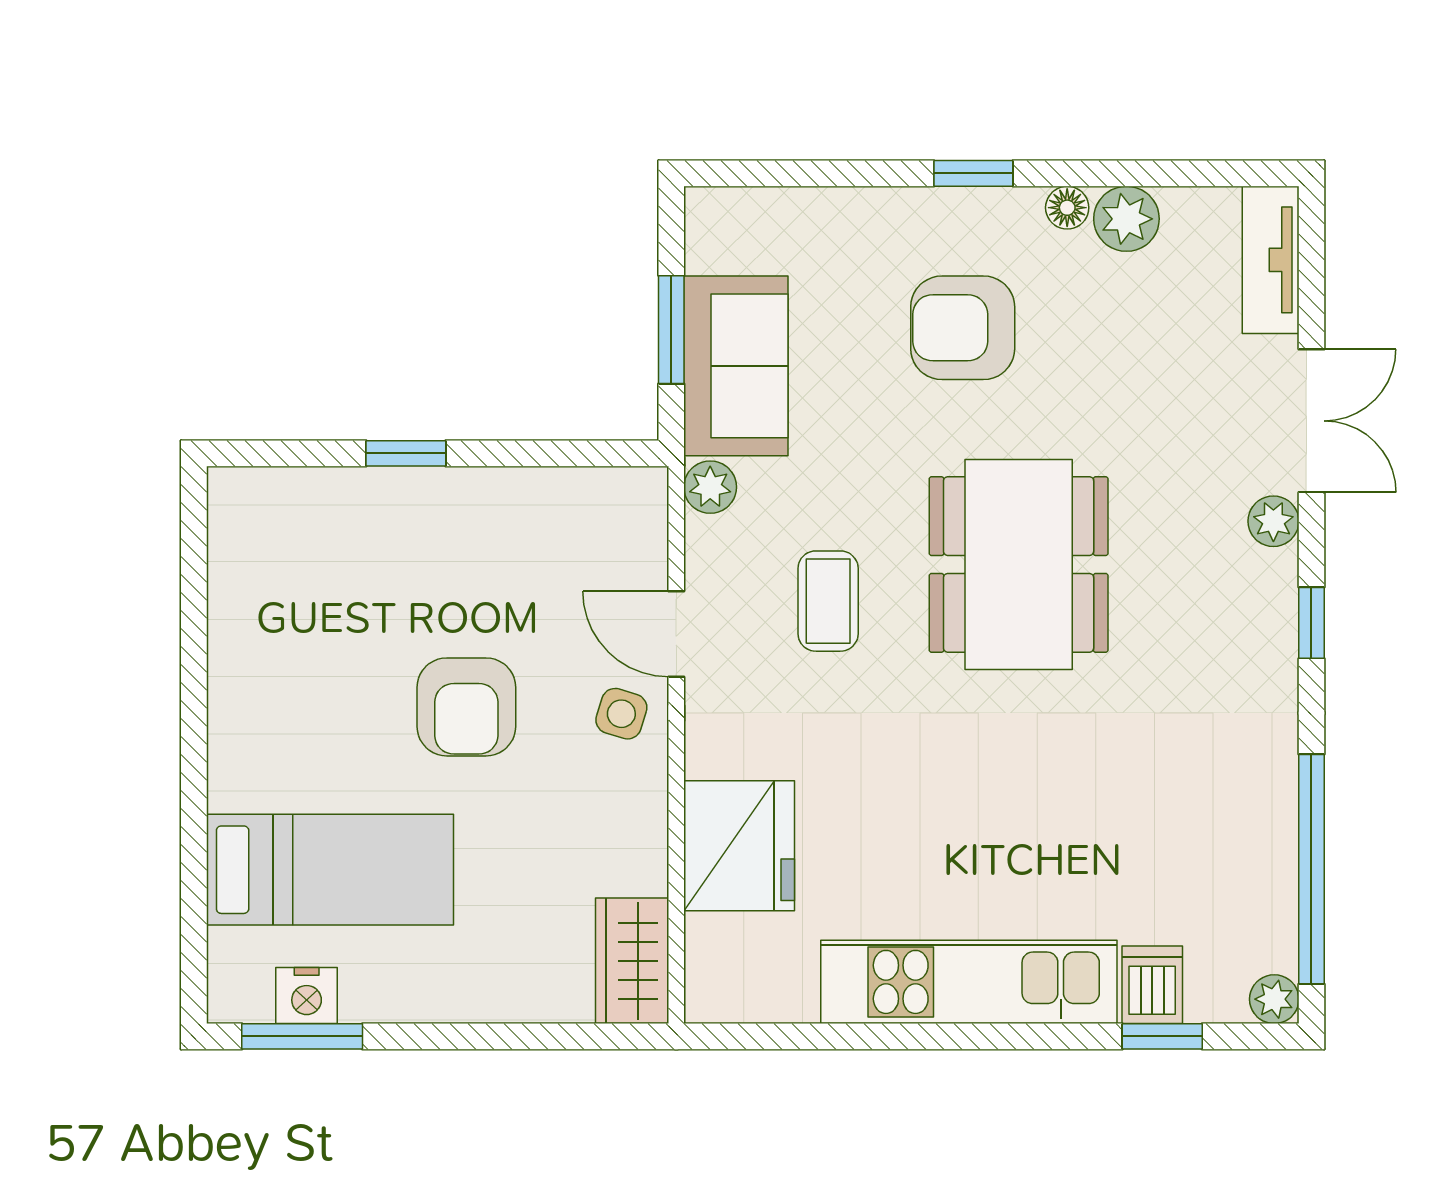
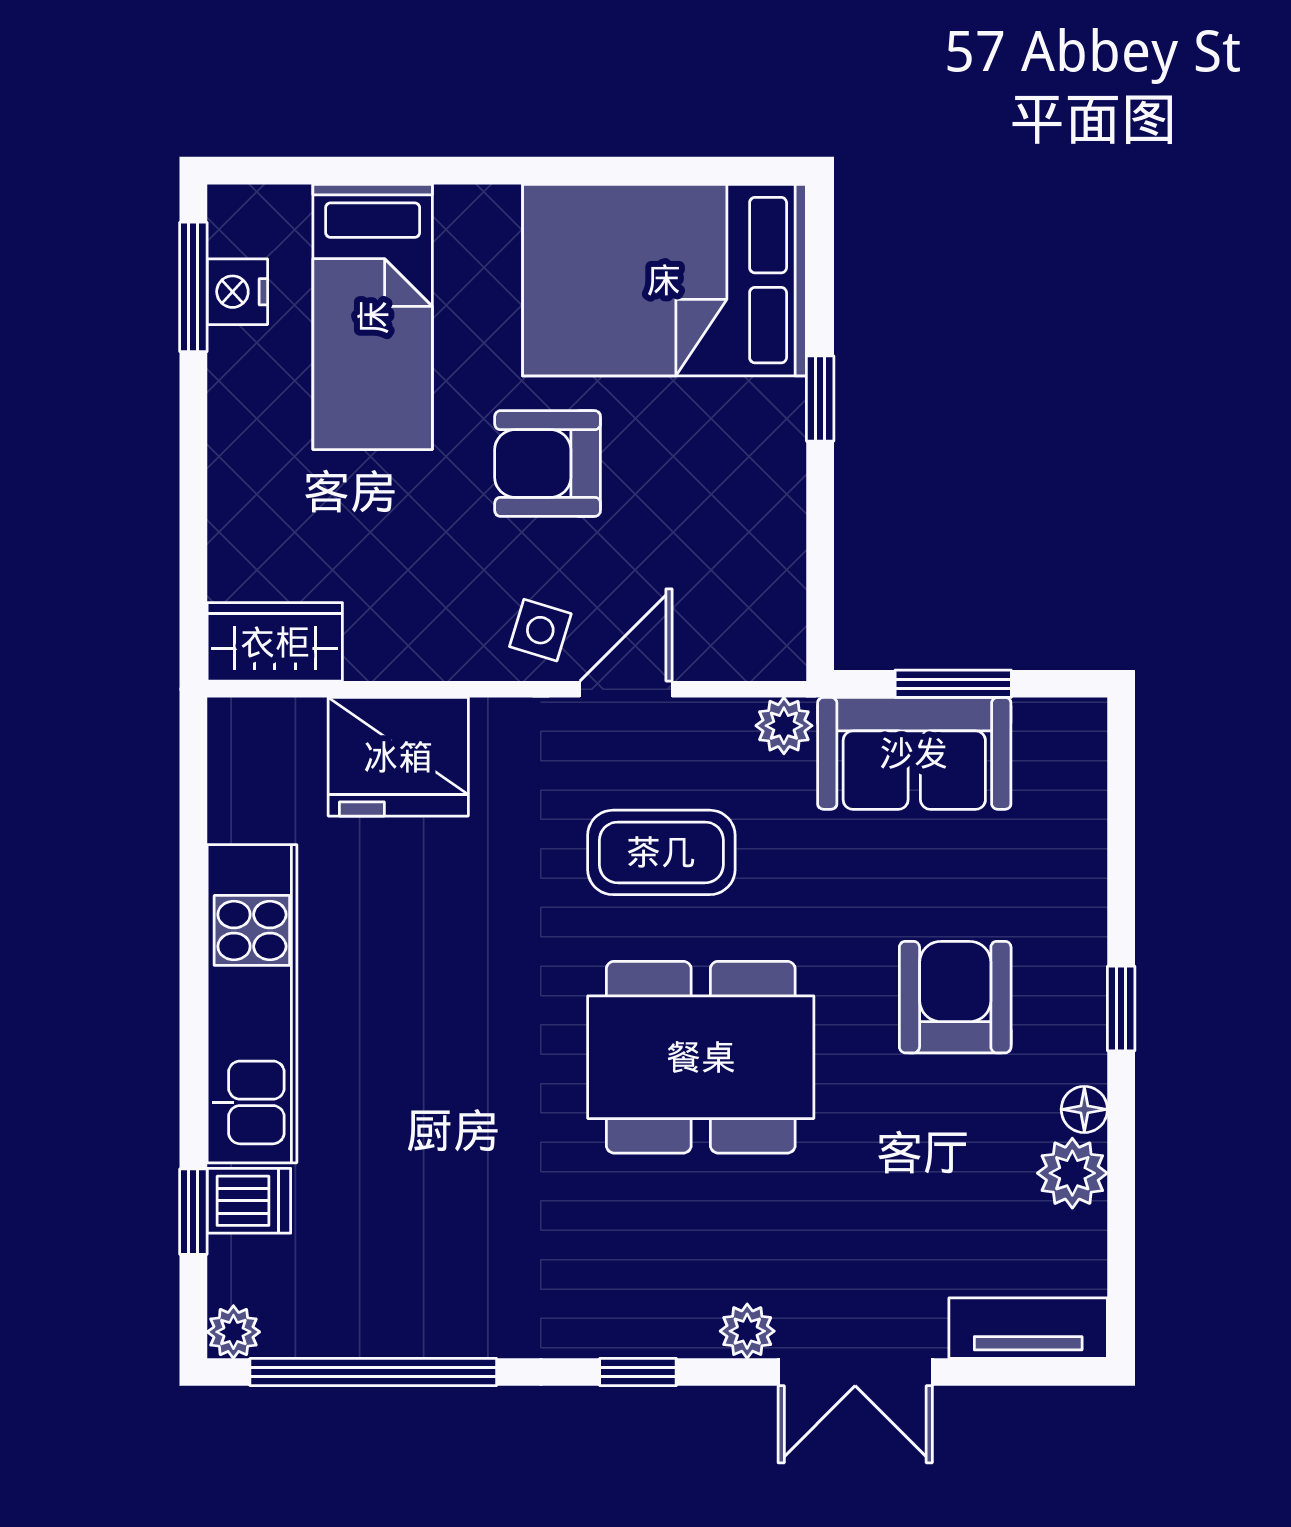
bed: (296, 598) -> (664, 280), added
coffee table: (828, 601) -> (661, 852), width x1.36, depth x1.30

